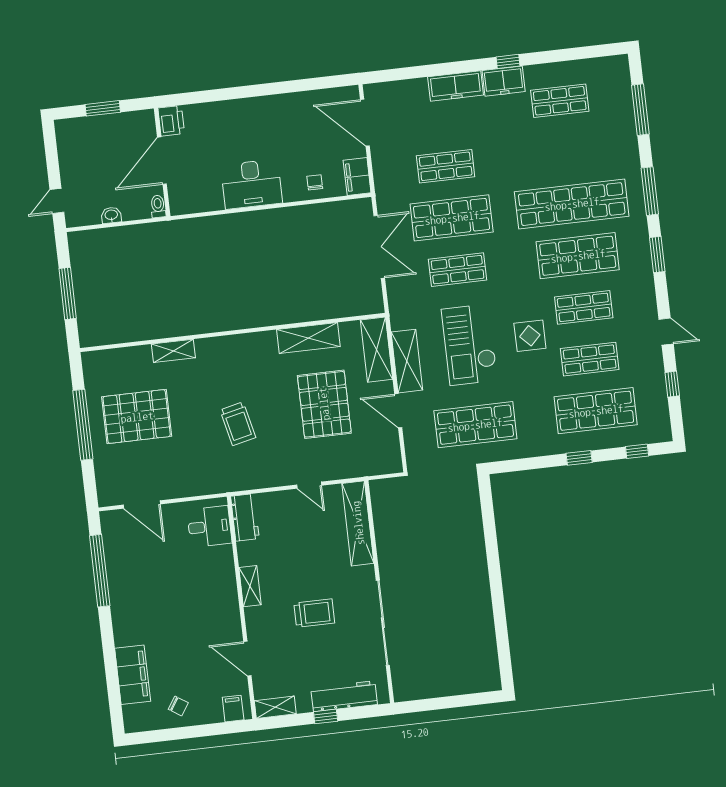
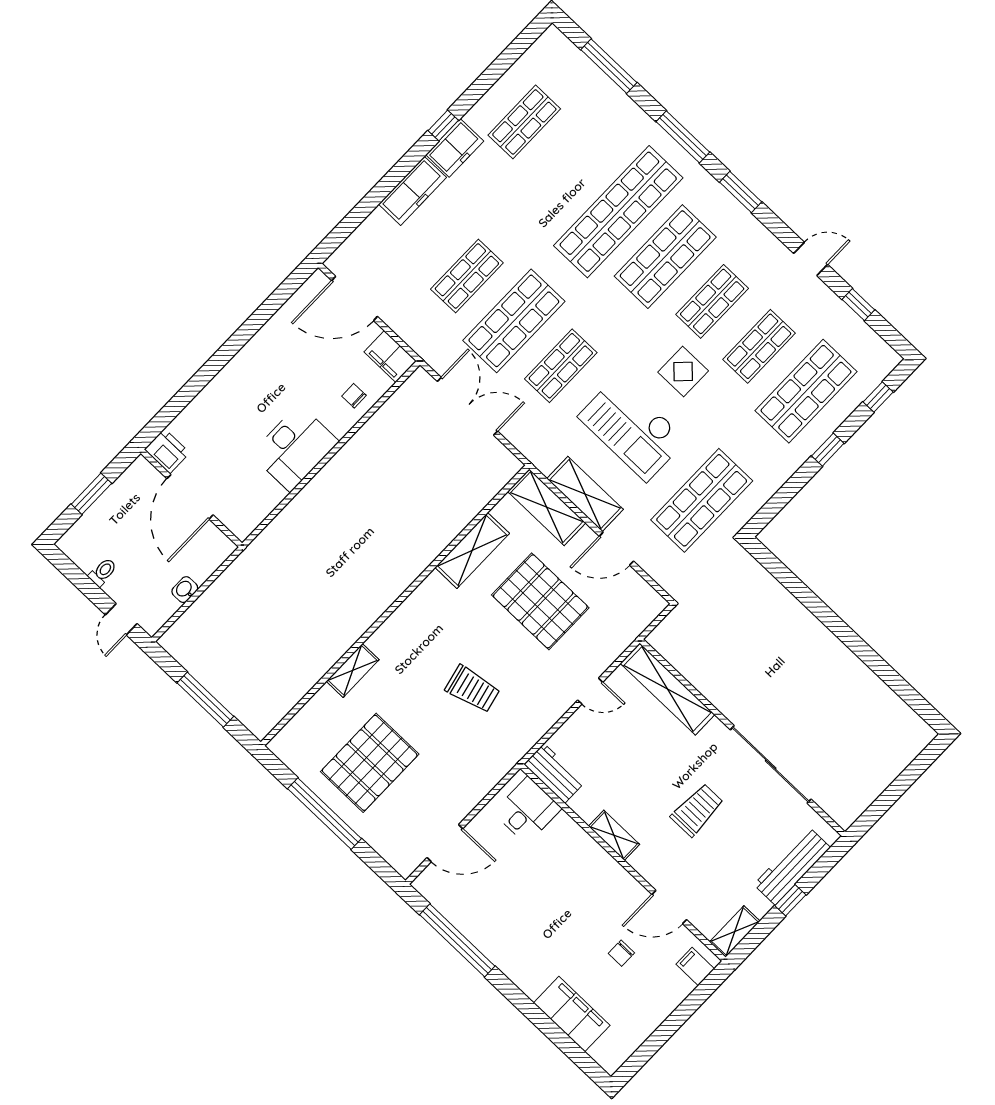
toilet: (158, 206) -> (103, 572), moved, turned 90
chair: (178, 706) -> (621, 953), moved, turned 147

